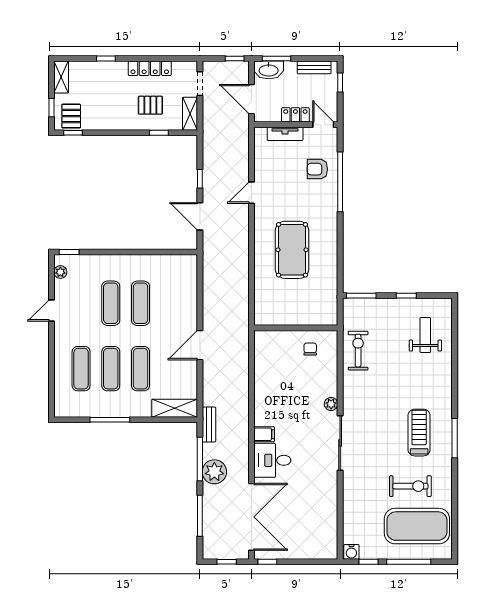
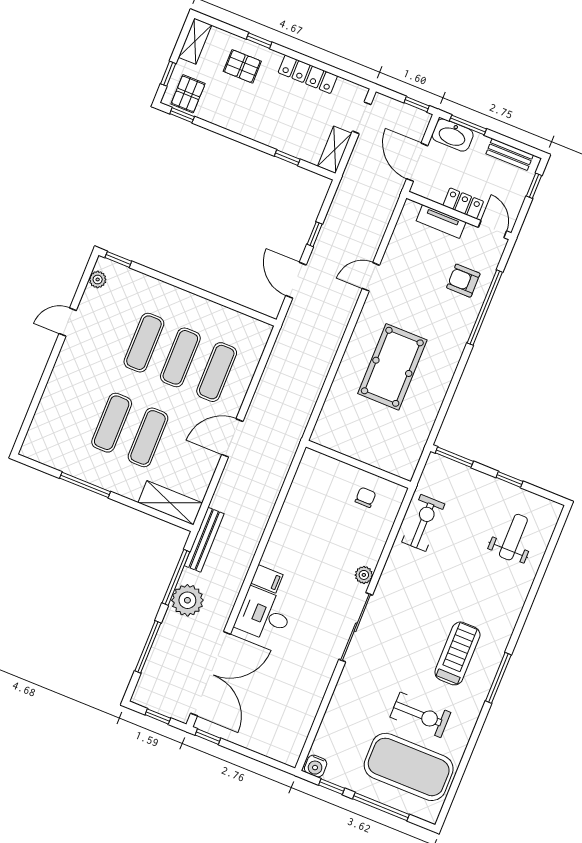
pallet: (150, 105) -> (242, 66), moved
exercise mat: (81, 369) -> (217, 372), moved
bench: (209, 425) -> (204, 540), width x1.36

